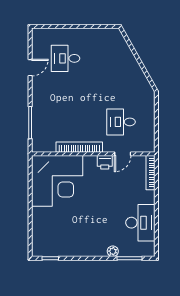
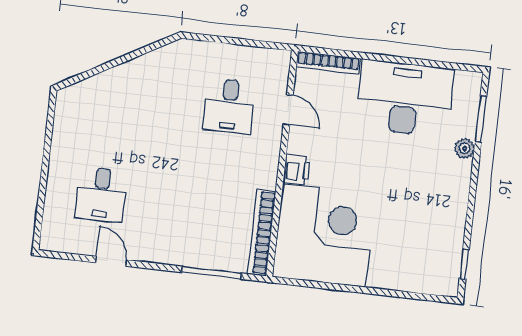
bookcase: (79, 147) -> (262, 233), moved
printer: (105, 162) -> (297, 169), moved
desk: (140, 223) -> (405, 98), width x1.36, depth x1.30

